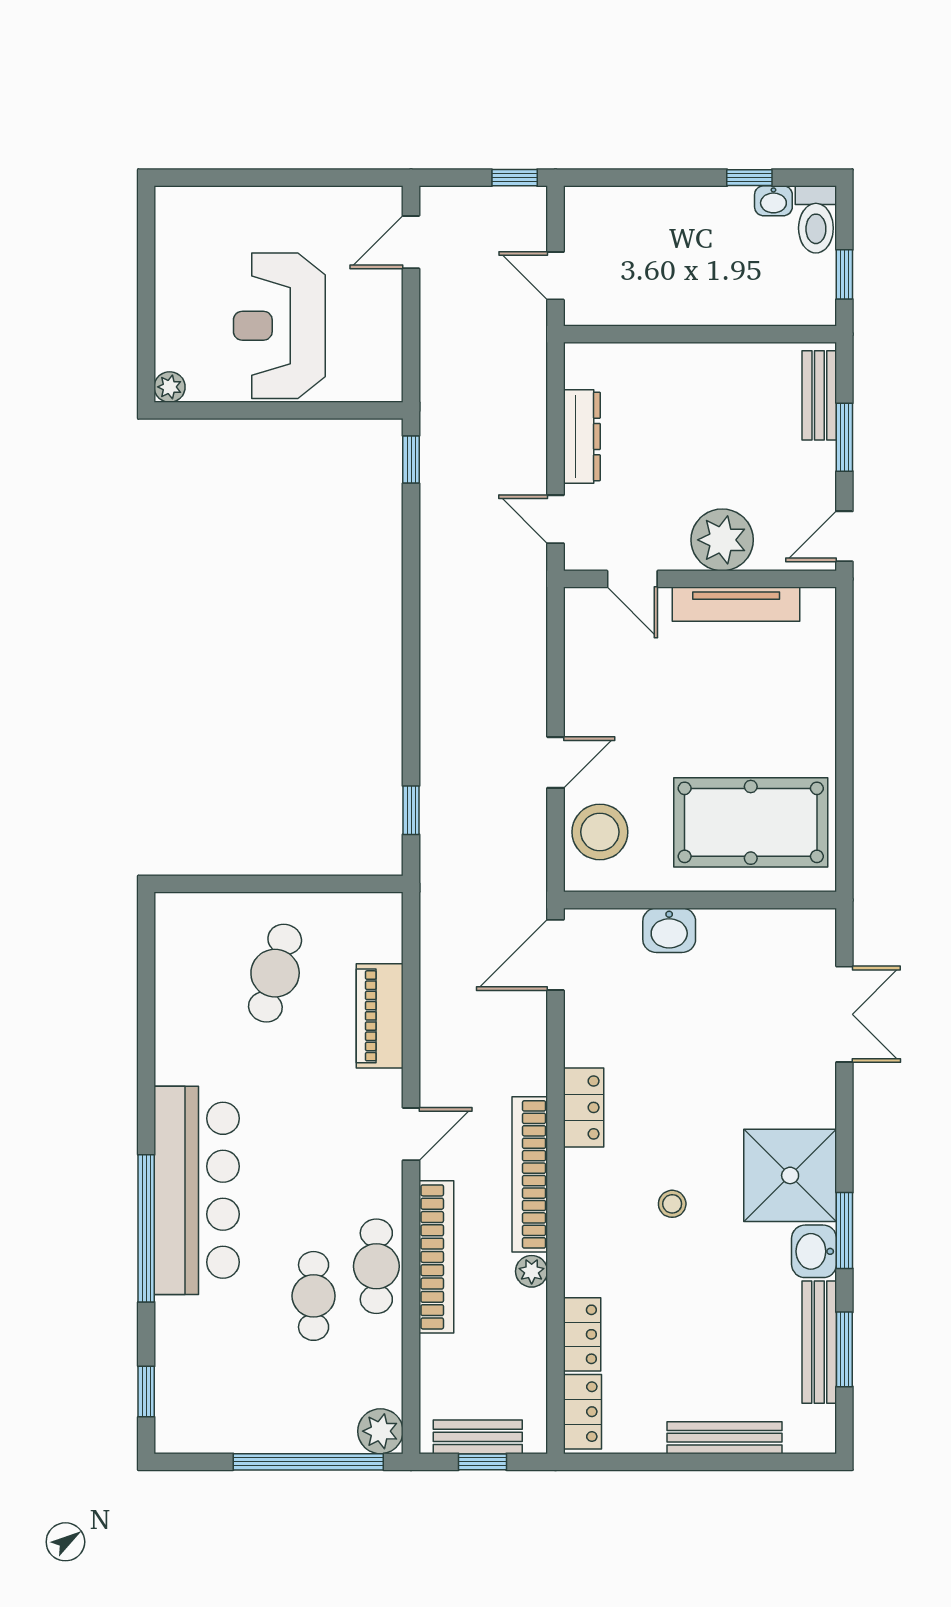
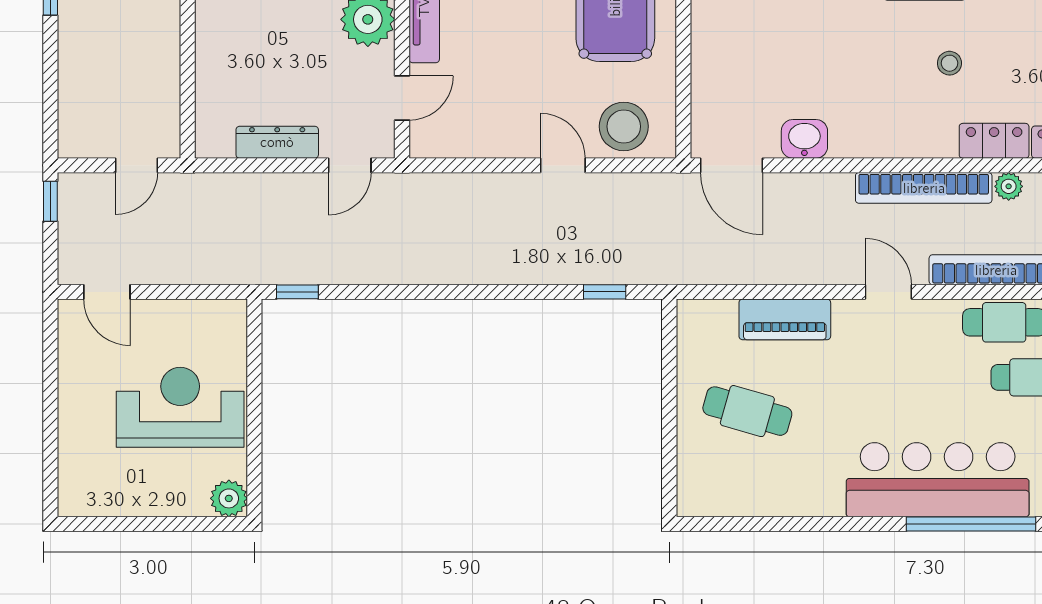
reception desk: (279, 326) -> (180, 407), turned 180
plant: (170, 387) -> (229, 498), width x1.38, depth x1.38
washbasin: (669, 930) -> (804, 139), moved, turned -90
locker: (584, 1107) -> (994, 141), moved

